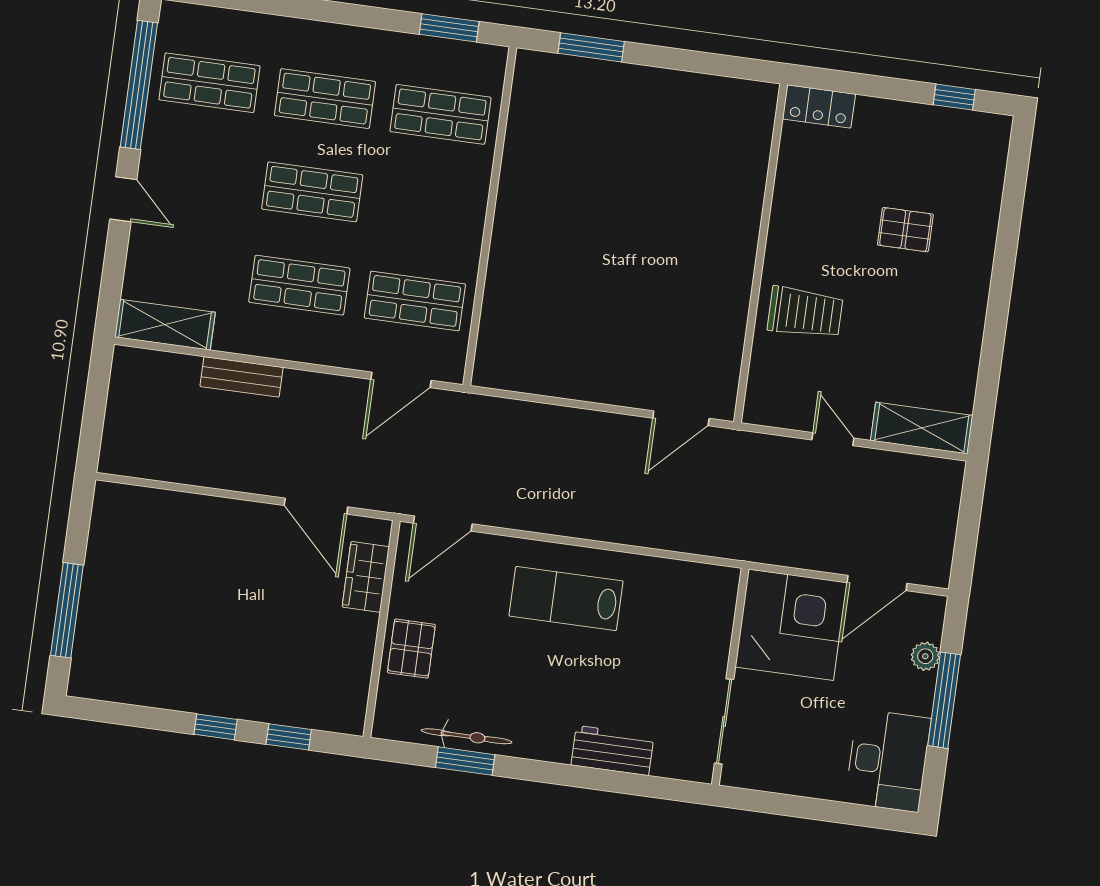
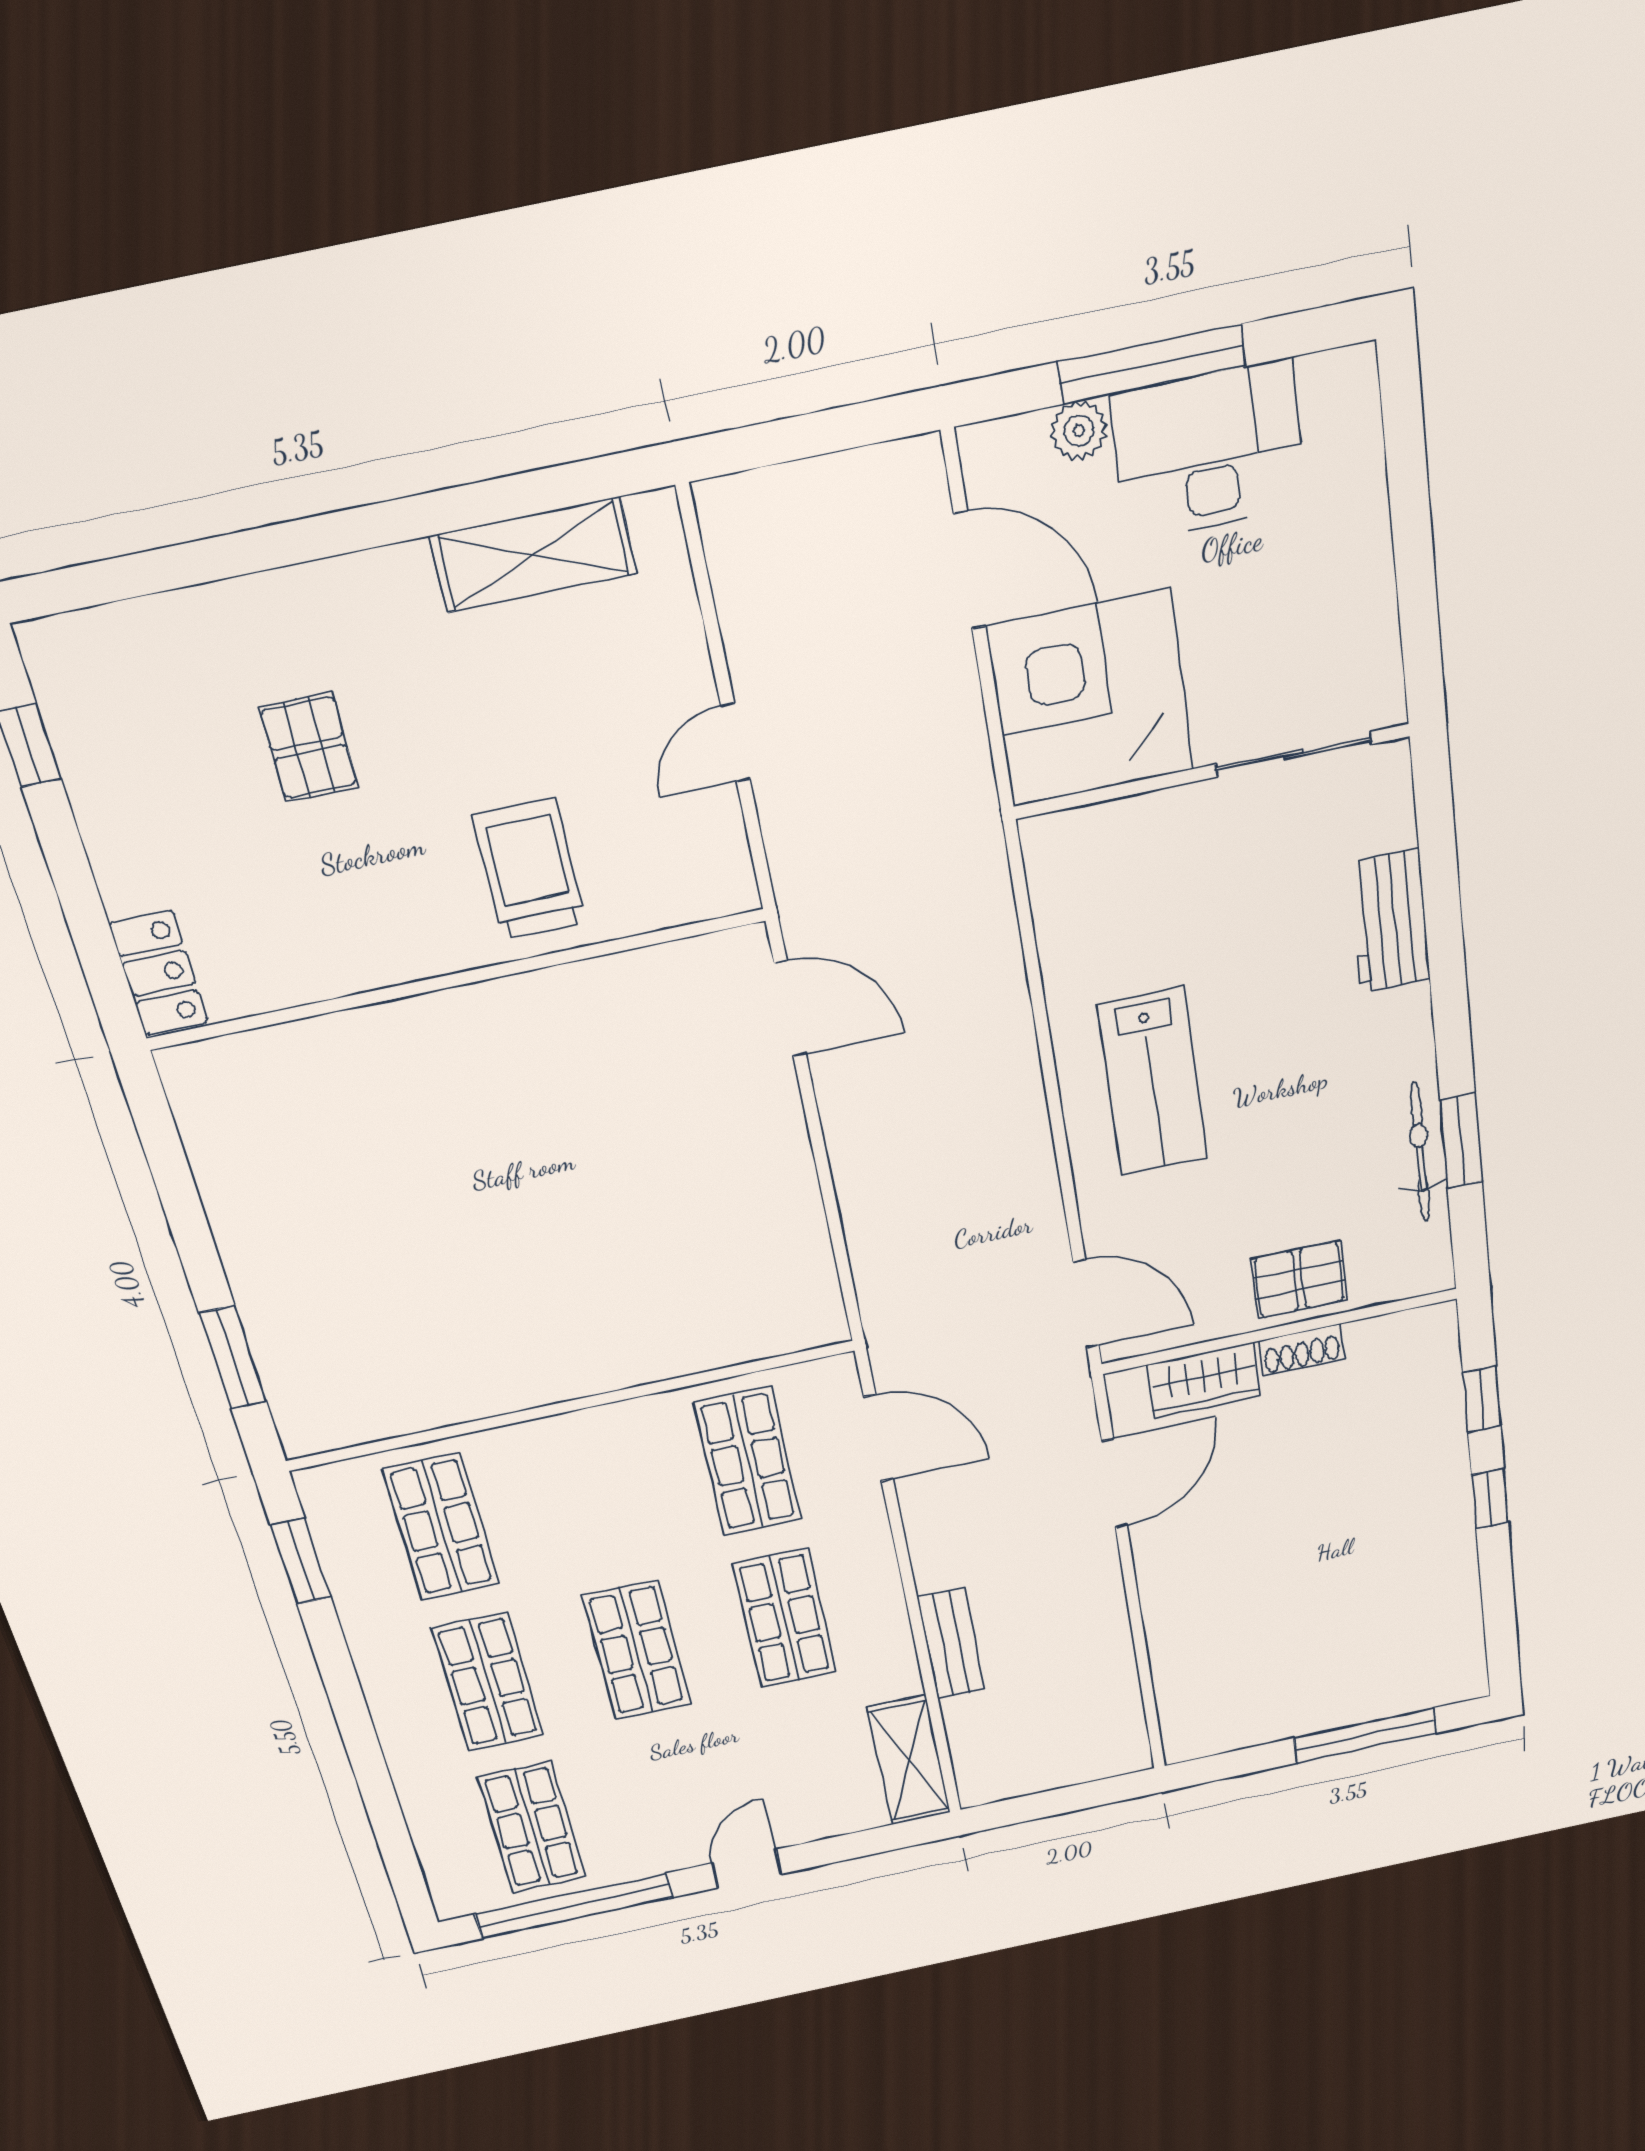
shelving: (922, 428) -> (533, 555), moved, turned 90
shoe rack: (364, 639) -> (1301, 1350), added
desk: (888, 760) -> (1209, 451), moved

